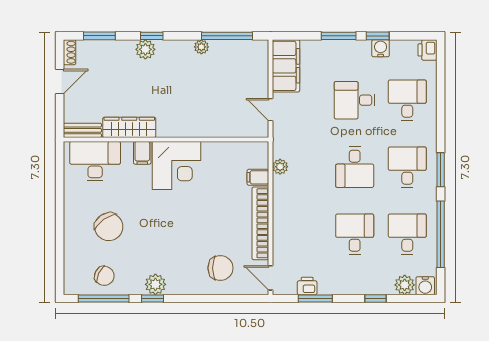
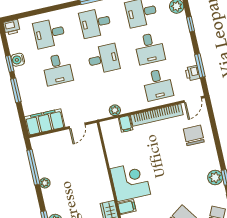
desk: (302, 234) -> (158, 85), added
desk: (355, 234) -> (150, 48), turned -90

